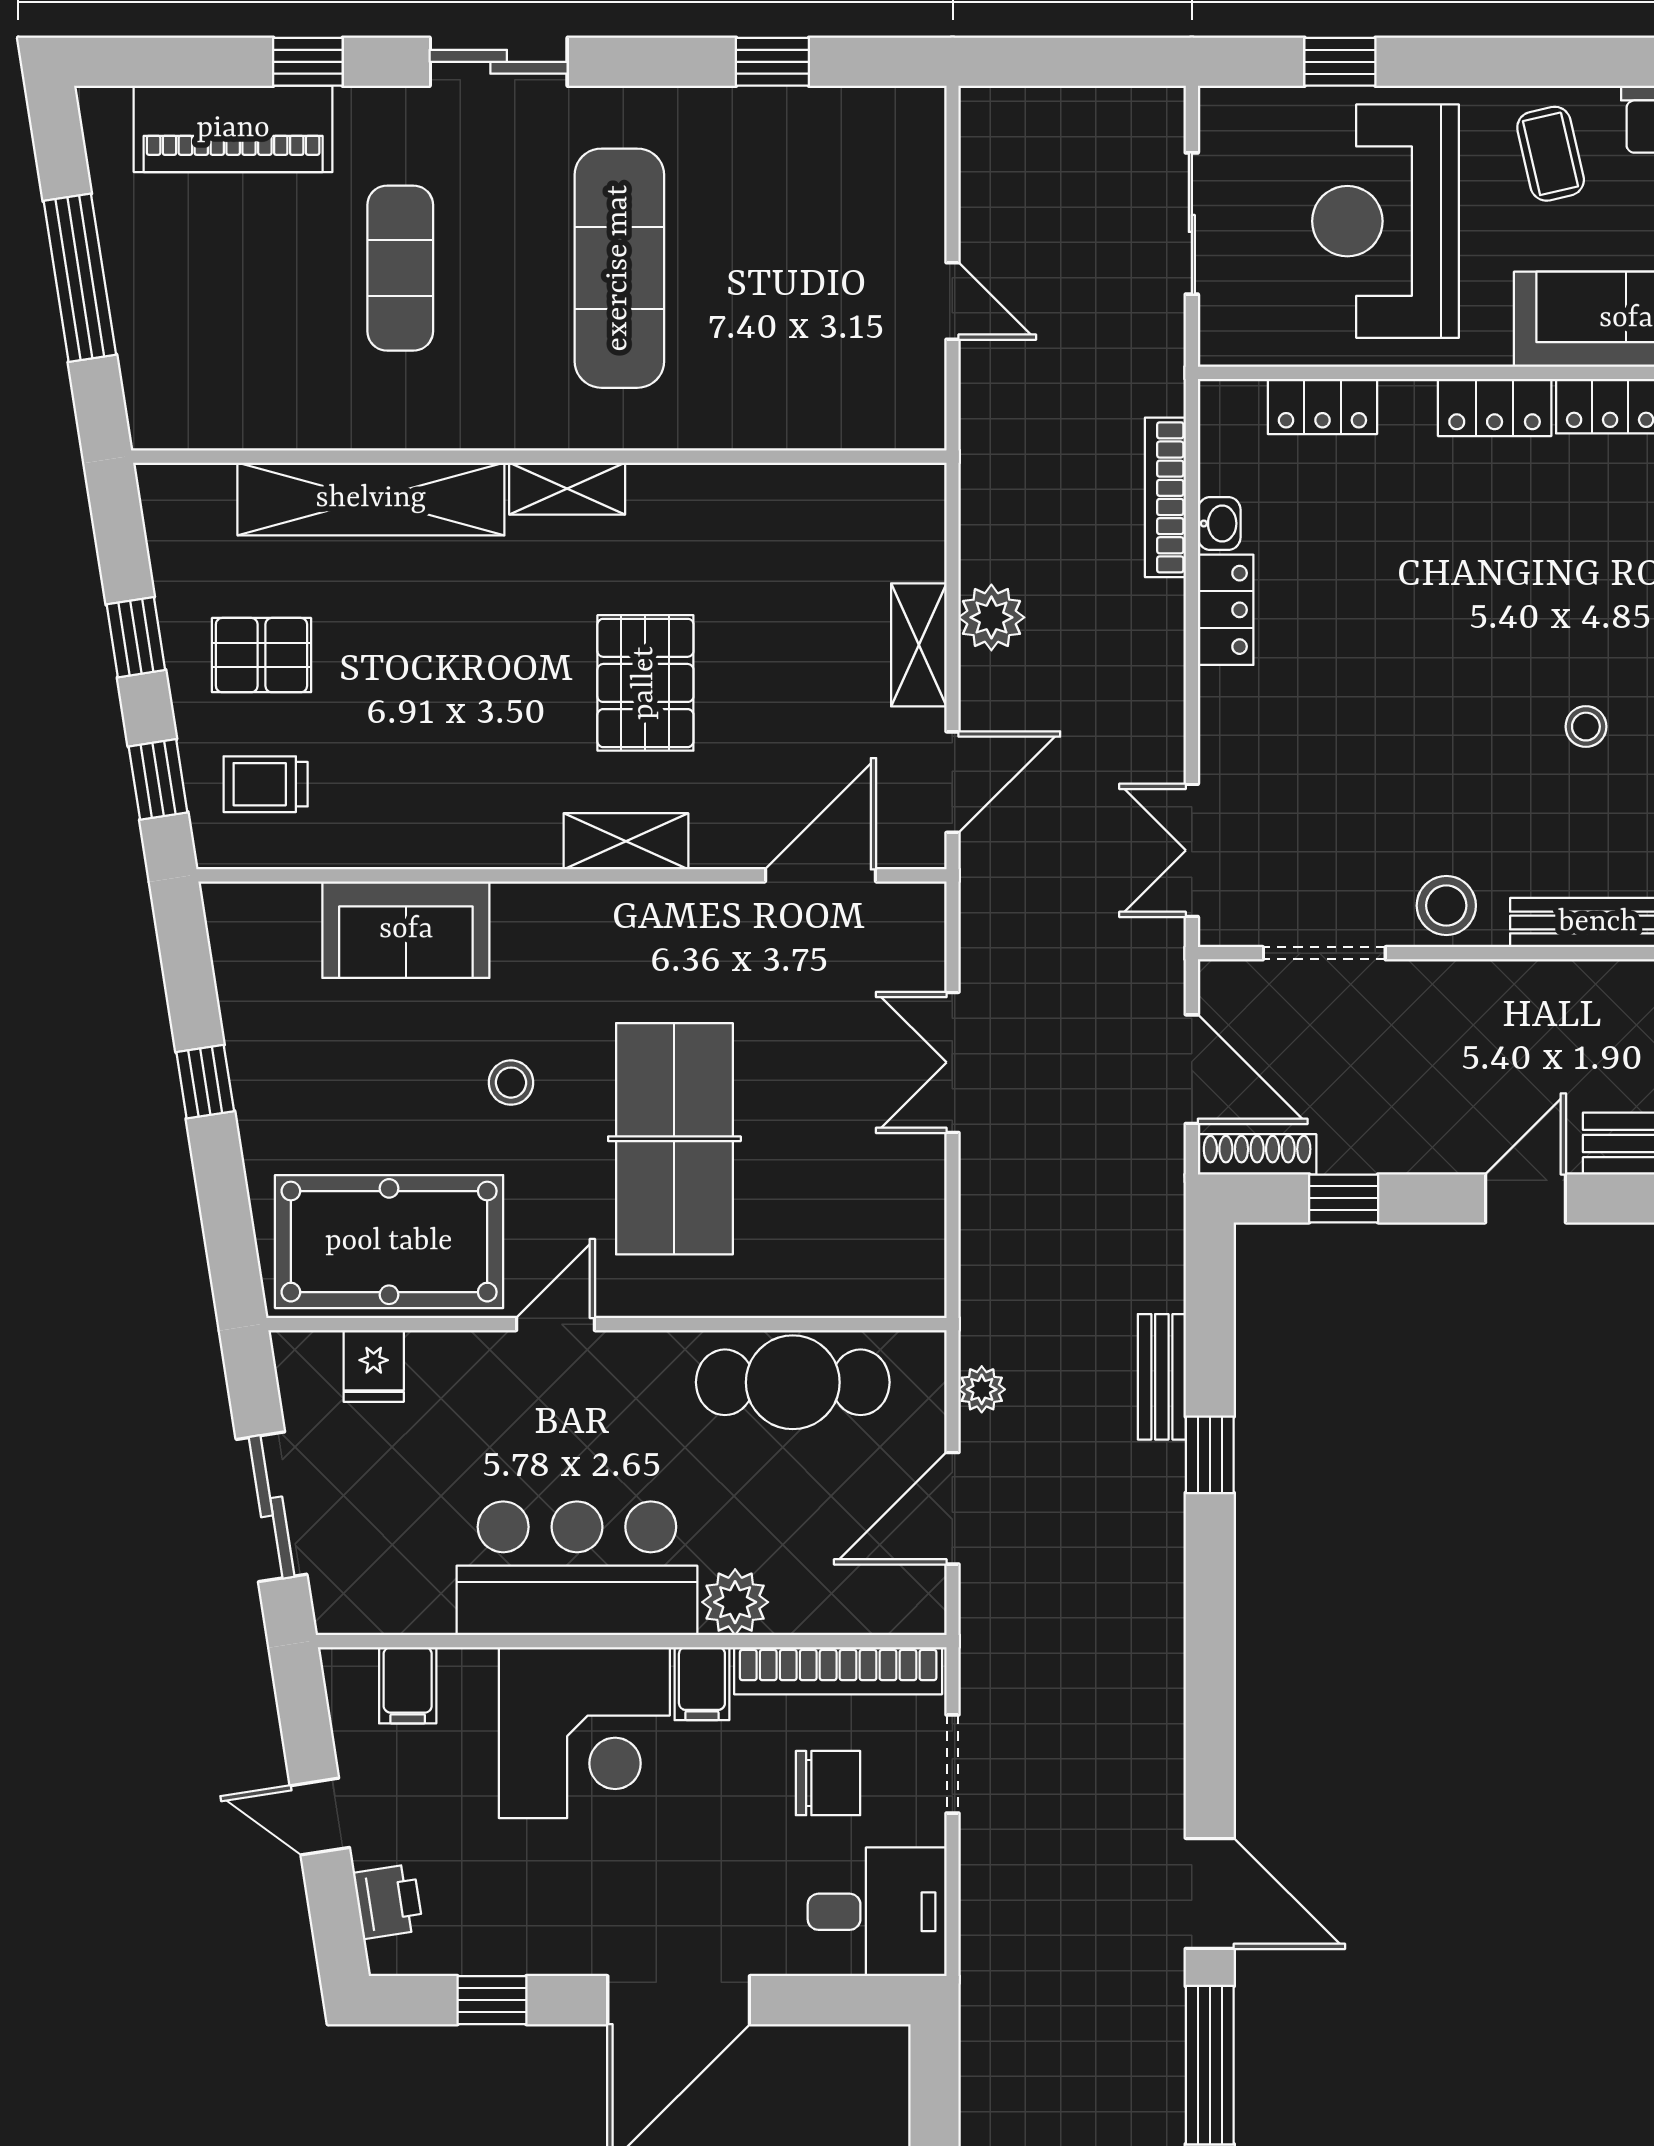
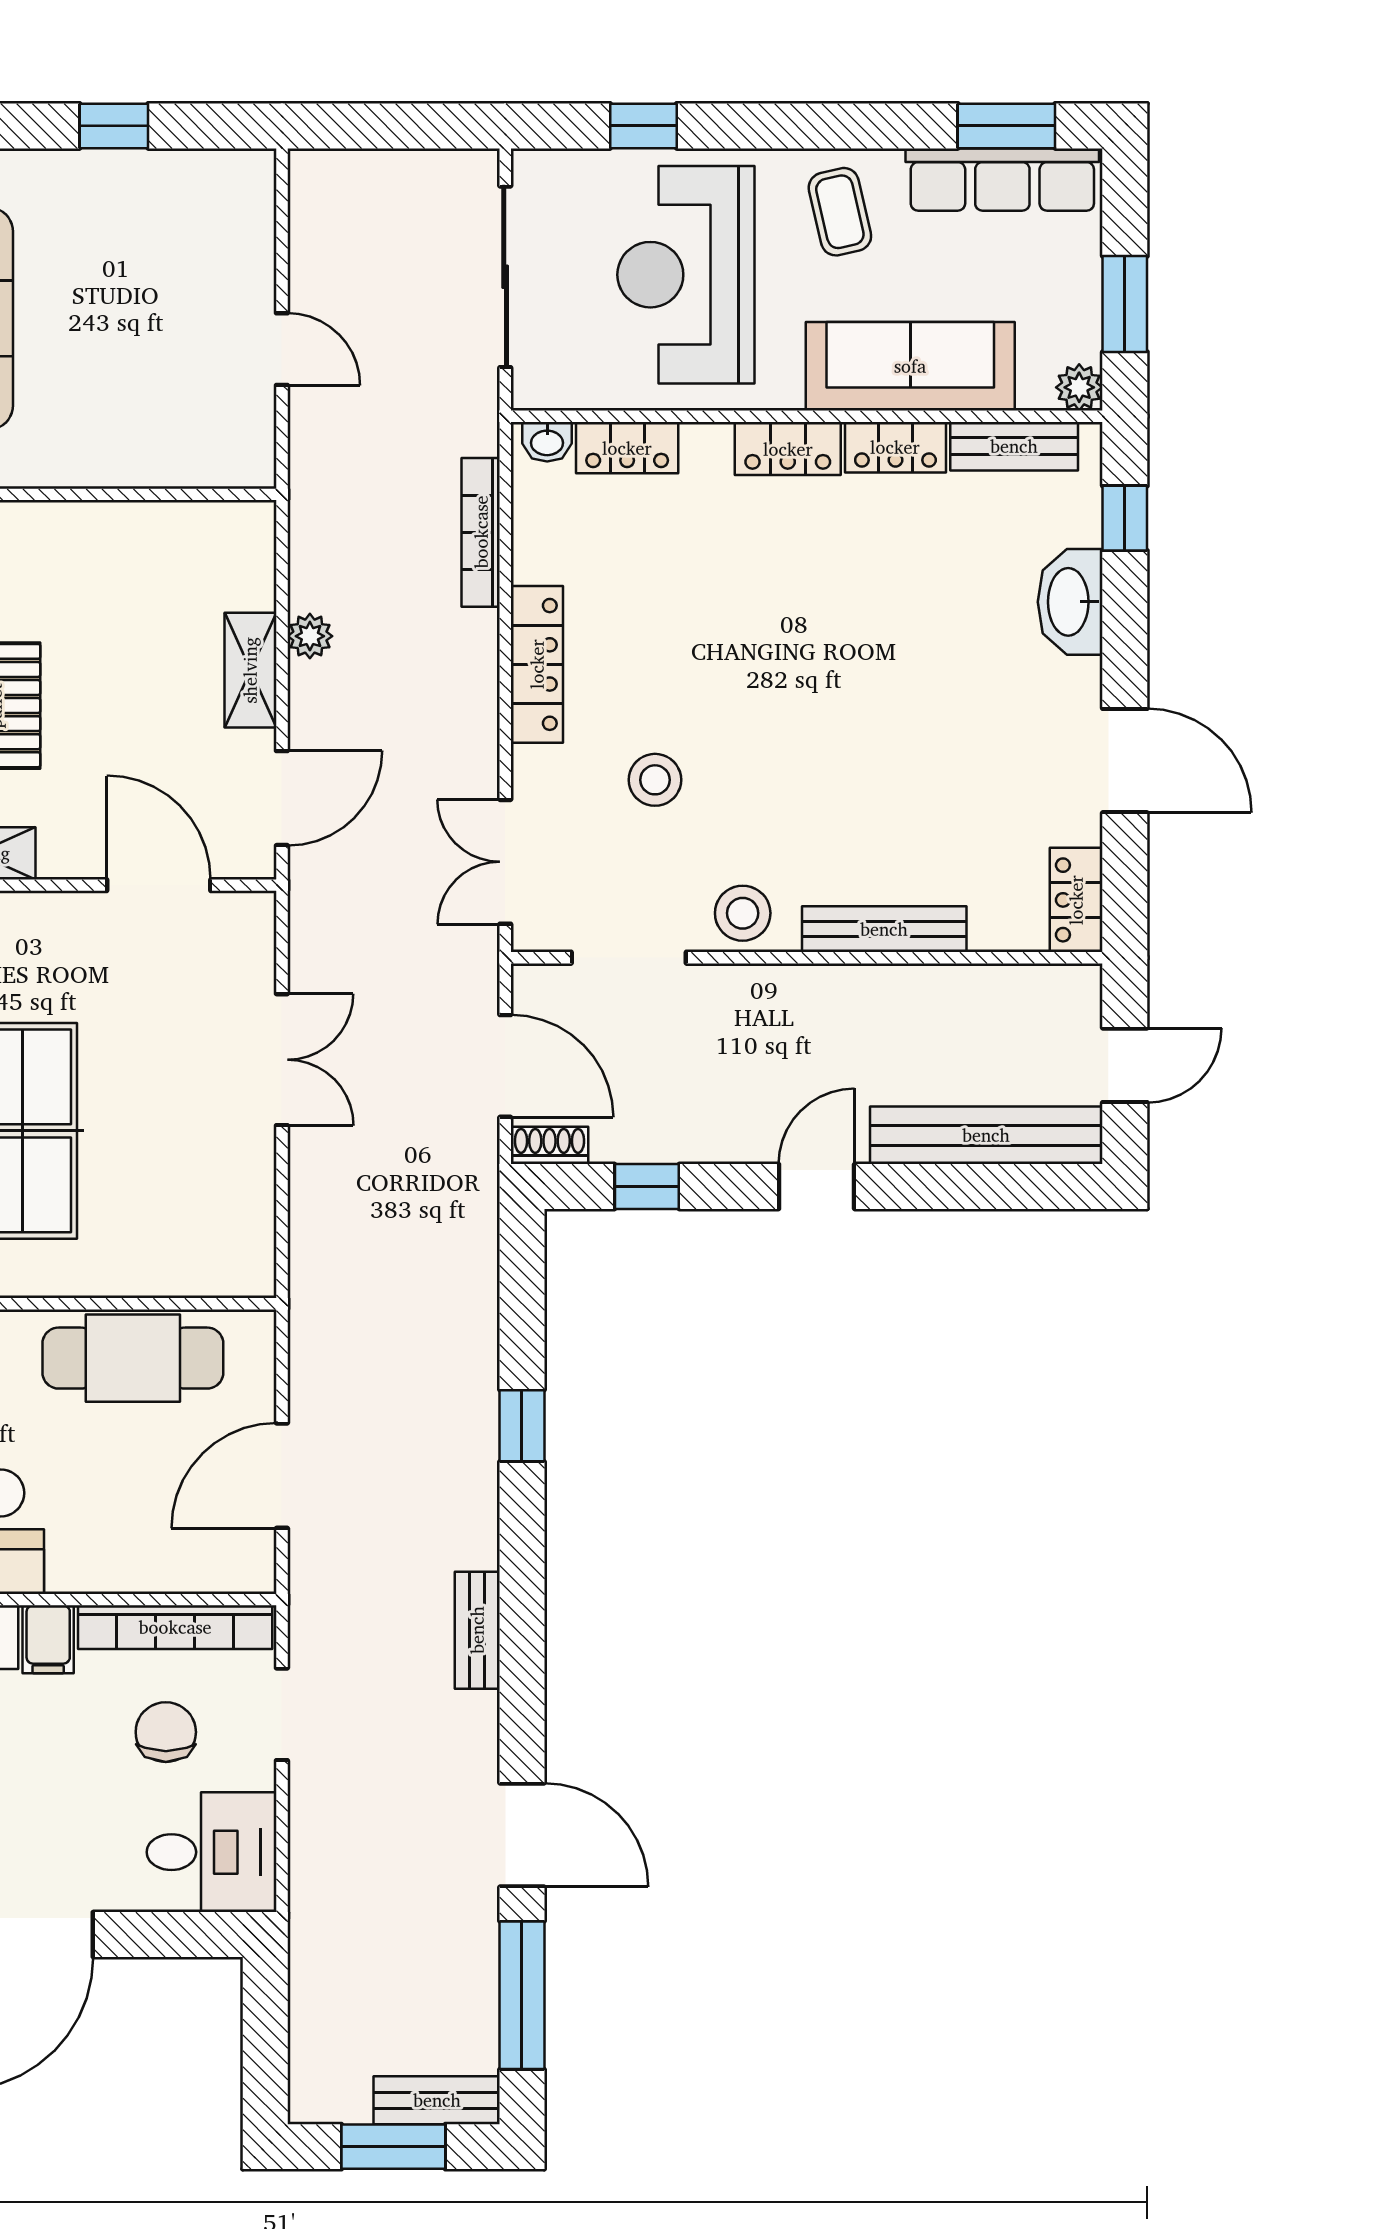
sliding door: (1192, 223) -> (505, 277), width x1.37
washbasin: (1219, 523) -> (547, 442), moved, turned 90
locker: (1226, 610) -> (537, 664), width x1.53
plant: (991, 617) -> (310, 636), width x0.73, depth x0.73
stool: (1586, 727) -> (655, 780), moved, width x1.37, depth x1.37
door: (820, 875) -> (159, 885), hinge flipped
double door: (952, 1062) -> (282, 1060), swing flipped
shoe rack: (1257, 1154) -> (550, 1145), width x0.70
bench: (1162, 1377) -> (477, 1630), moved
plant: (982, 1389) -> (309, 1365), removed
plant: (735, 1602) -> (79, 1563), removed
chair: (828, 1783) -> (166, 1732), turned -90

